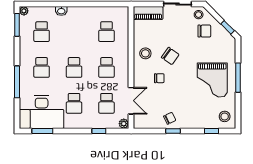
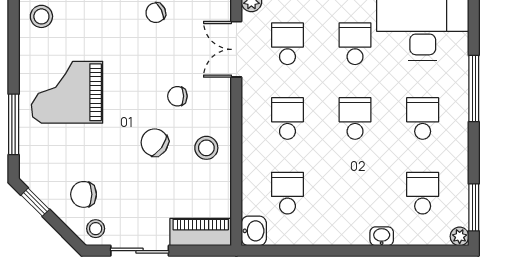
washbasin: (123, 14) -> (254, 231), added
window: (238, 78) -> (14, 124), moved
grand piano: (212, 80) -> (67, 92), turned -90

